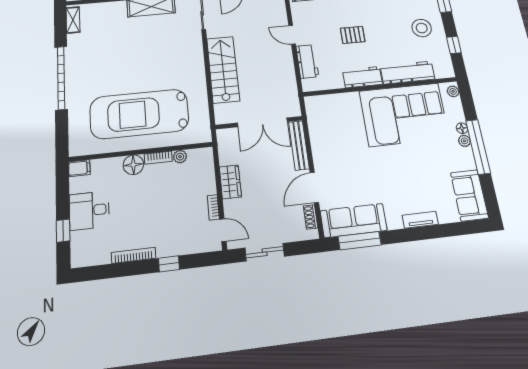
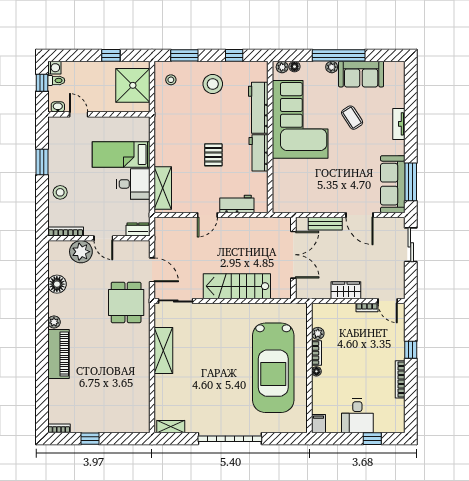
floor lamp: (462, 128) -> (294, 67), moved
bench: (299, 145) -> (325, 224), width x0.73
floor lamp: (133, 165) -> (316, 371), width x0.53, depth x0.53
coffee table: (417, 168) -> (352, 118), added
sofa: (469, 195) -> (361, 74), moved
shoe rack: (311, 217) -> (385, 222), removed
door: (223, 230) -> (388, 301), swing flipped
sliding door: (265, 252) -> (411, 245), moved

